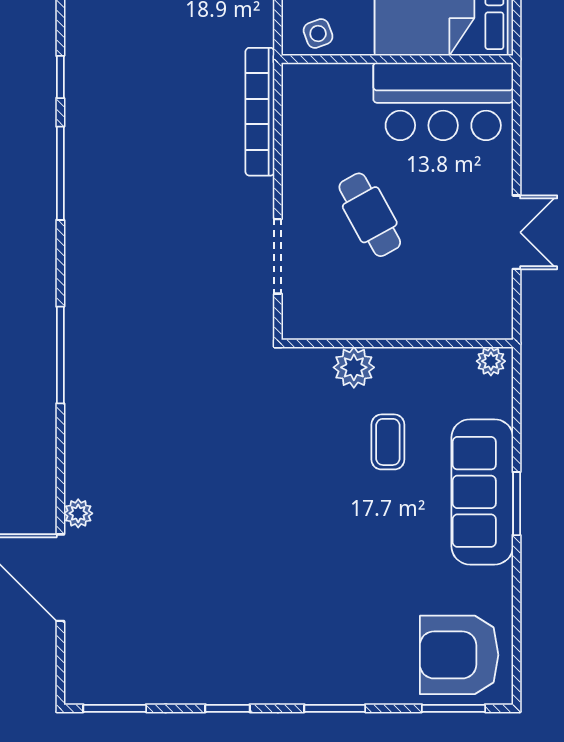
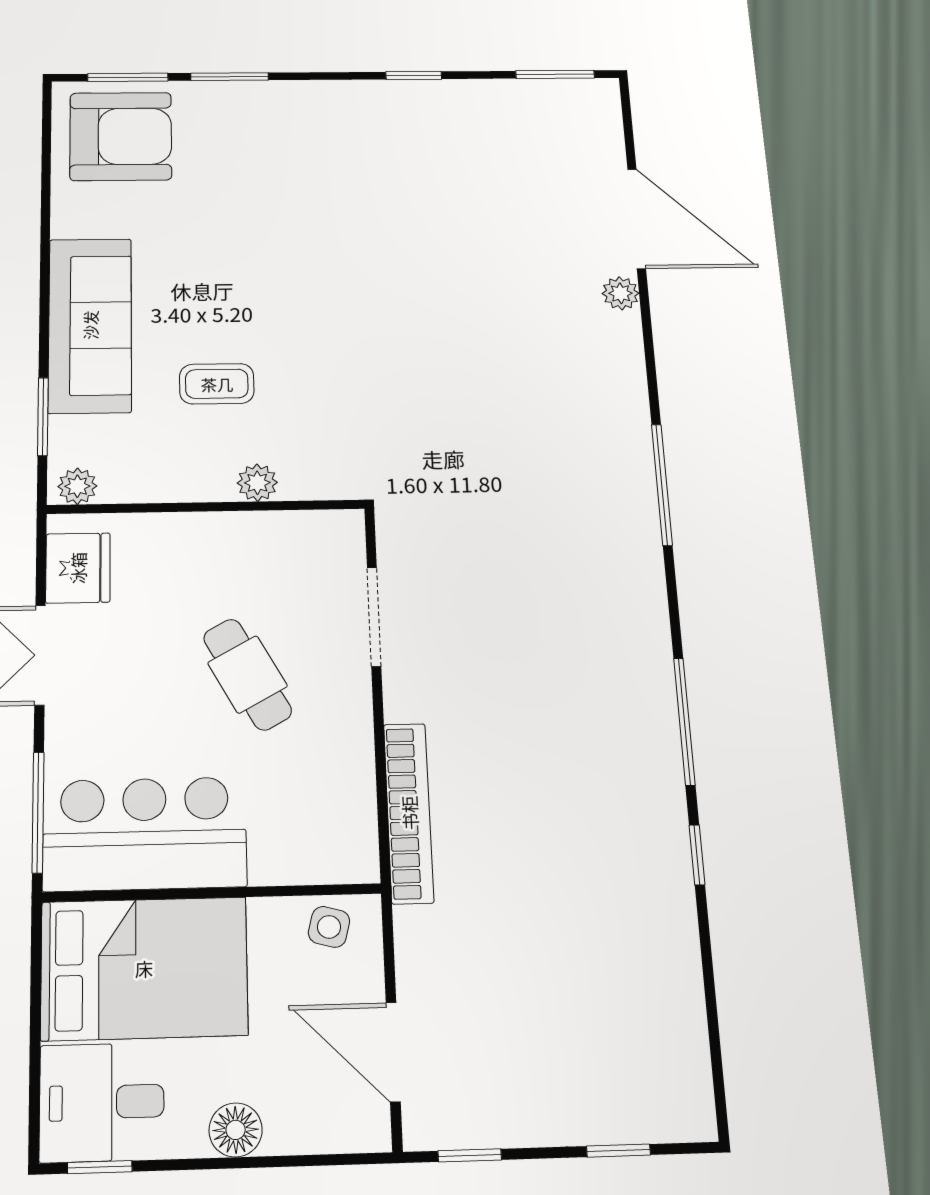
side table: (318, 34) -> (329, 927), turned 35
window: (517, 118) -> (38, 812), added
fridge: (490, 298) -> (78, 568), added
plant: (354, 367) -> (257, 483), width x0.73, depth x0.73
coffee table: (388, 442) -> (217, 384), turned 90
window: (517, 504) -> (43, 417), moved
window: (335, 708) -> (230, 77), moved

